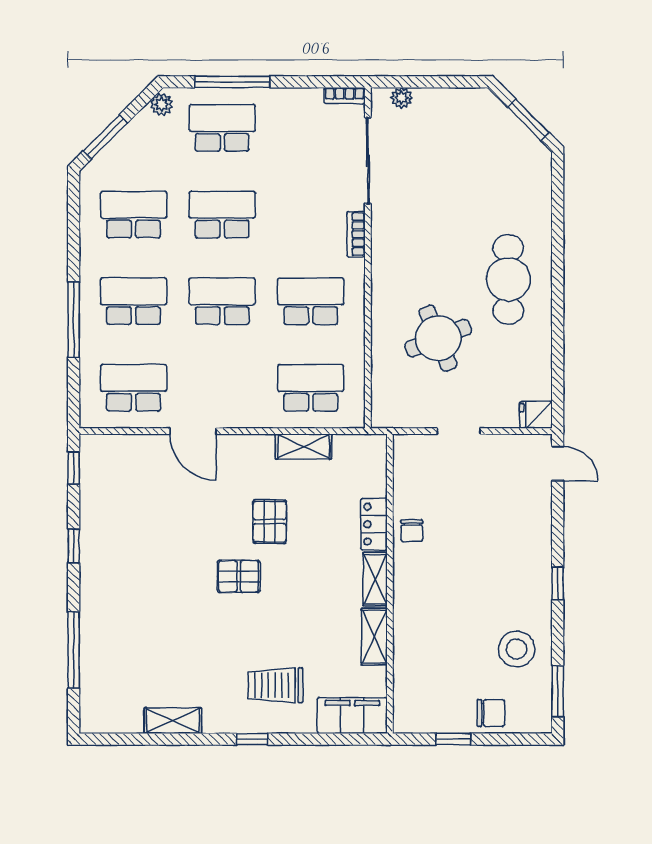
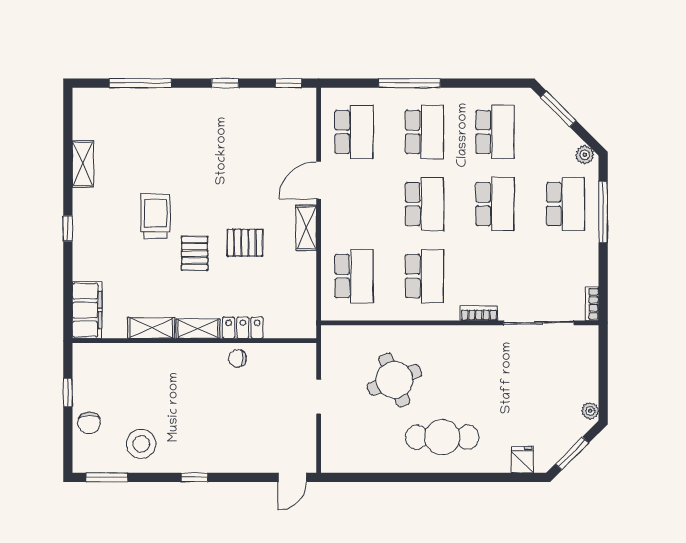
plant: (402, 98) -> (590, 411), moved
fridge: (536, 415) -> (522, 460), moved
shelving: (304, 446) -> (306, 228), moved
pallet: (239, 576) -> (195, 253), moved
trolley: (275, 685) -> (155, 216), moved

